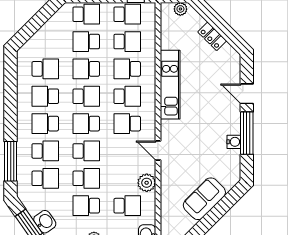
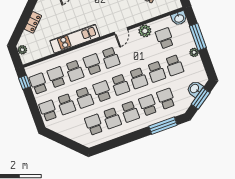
school desk: (86, 151) -> (138, 78), turned 180
school desk: (86, 178) -> (156, 72), turned 180

